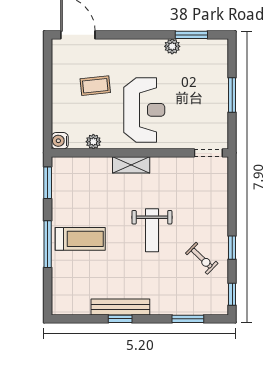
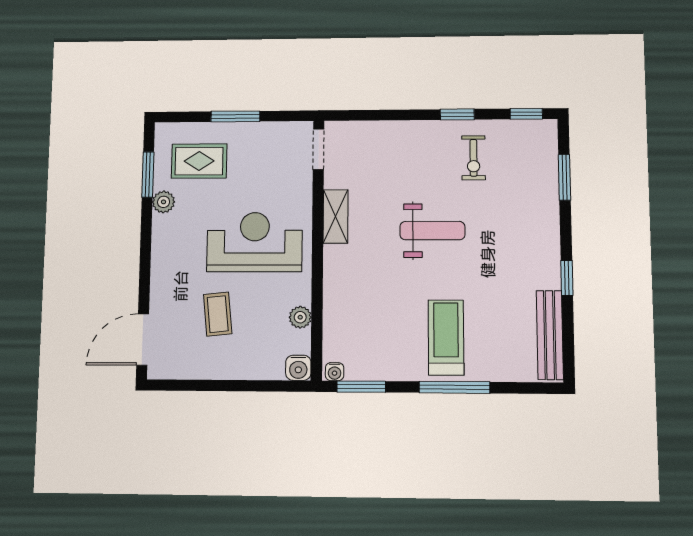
rug: (201, 70) -> (199, 161), added
water cooler: (57, 165) -> (335, 372), added
shelving: (131, 165) -> (336, 217), moved
exercise bike: (202, 258) -> (474, 158), turned 136
bench: (120, 307) -> (550, 335), moved

